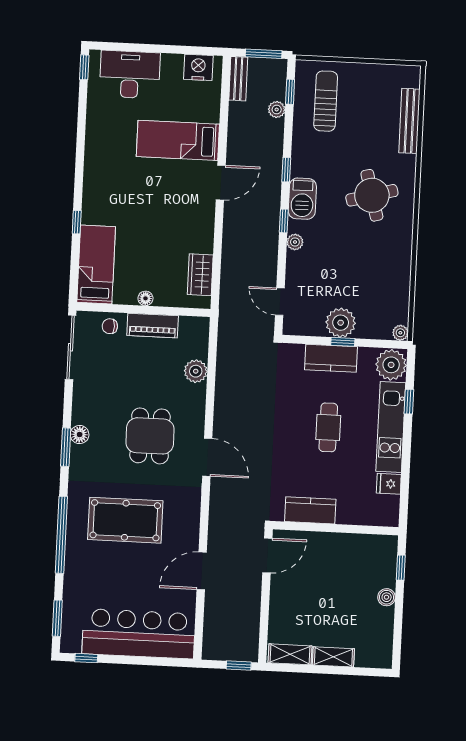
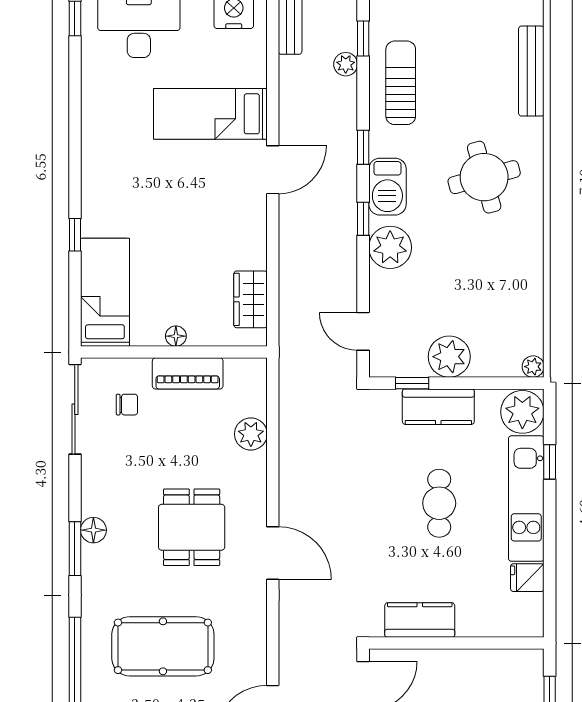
sun lounger: (326, 101) -> (401, 83), moved
plant: (295, 242) -> (390, 247), width x1.87, depth x1.87
chair: (110, 326) -> (127, 405), moved, turned 180
window: (343, 342) -> (412, 383), moved

